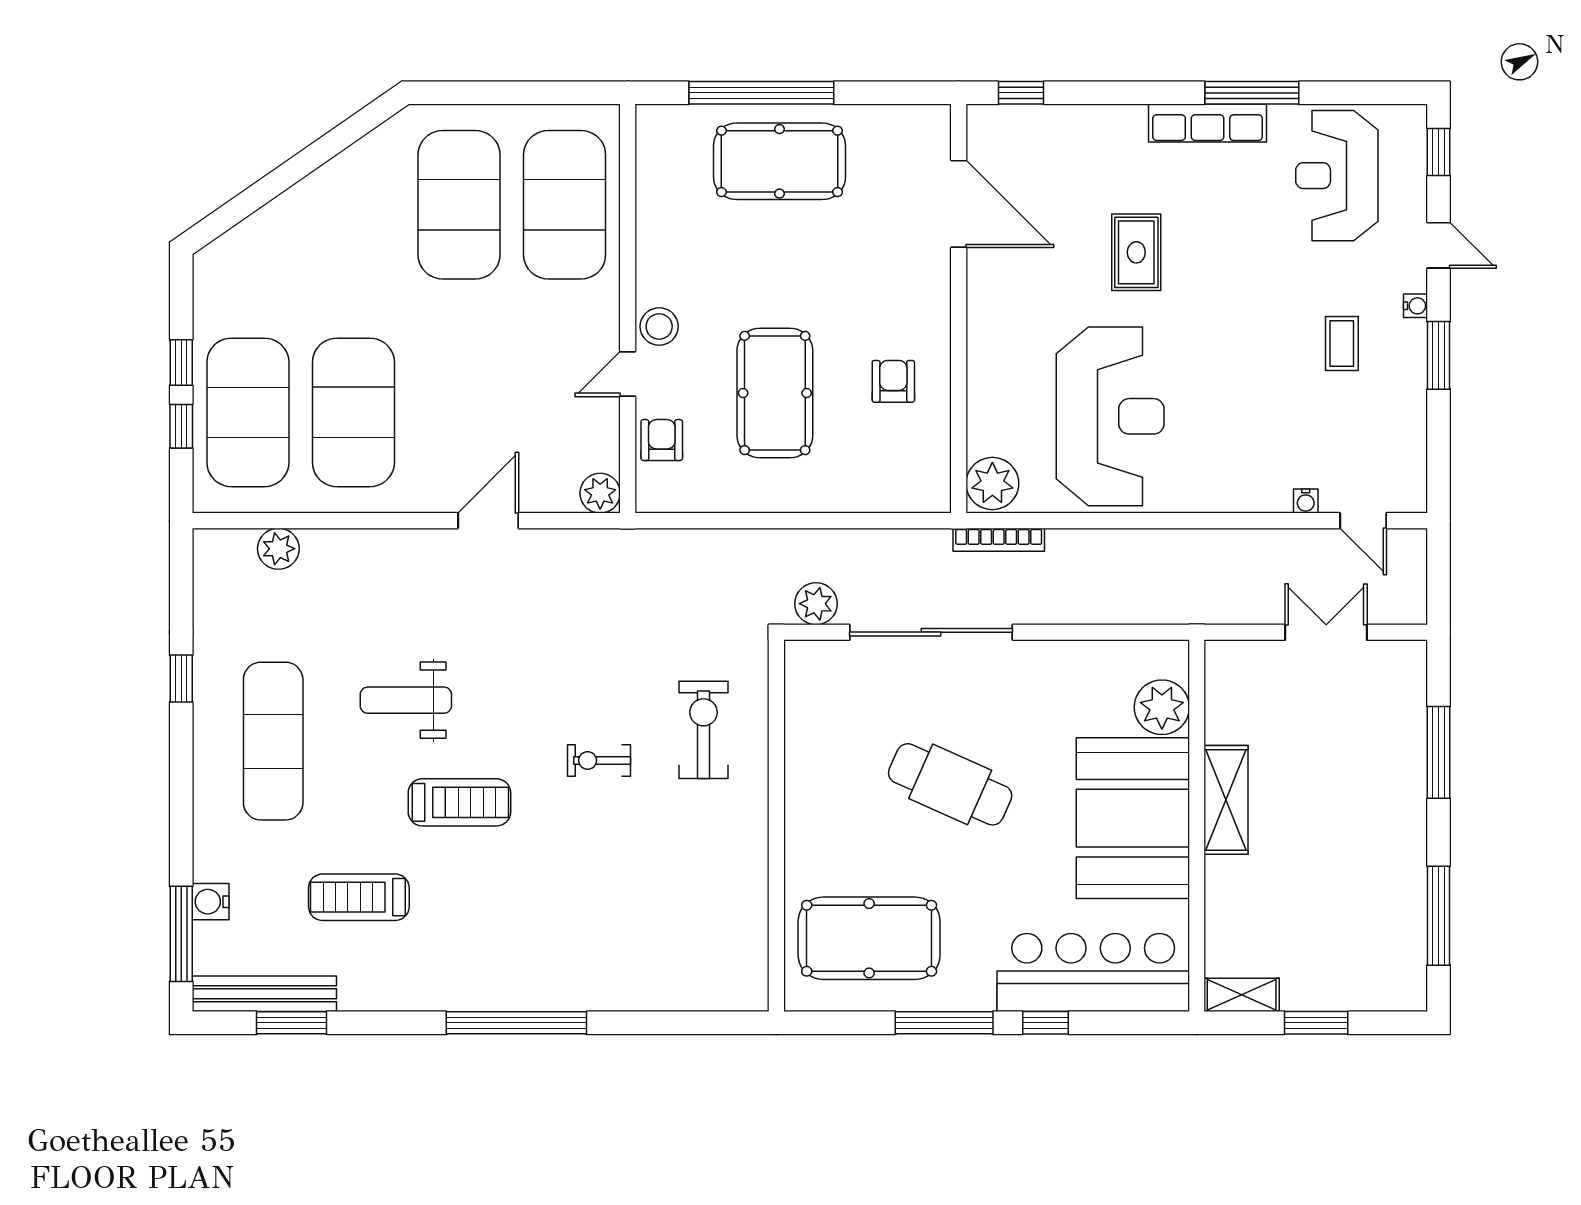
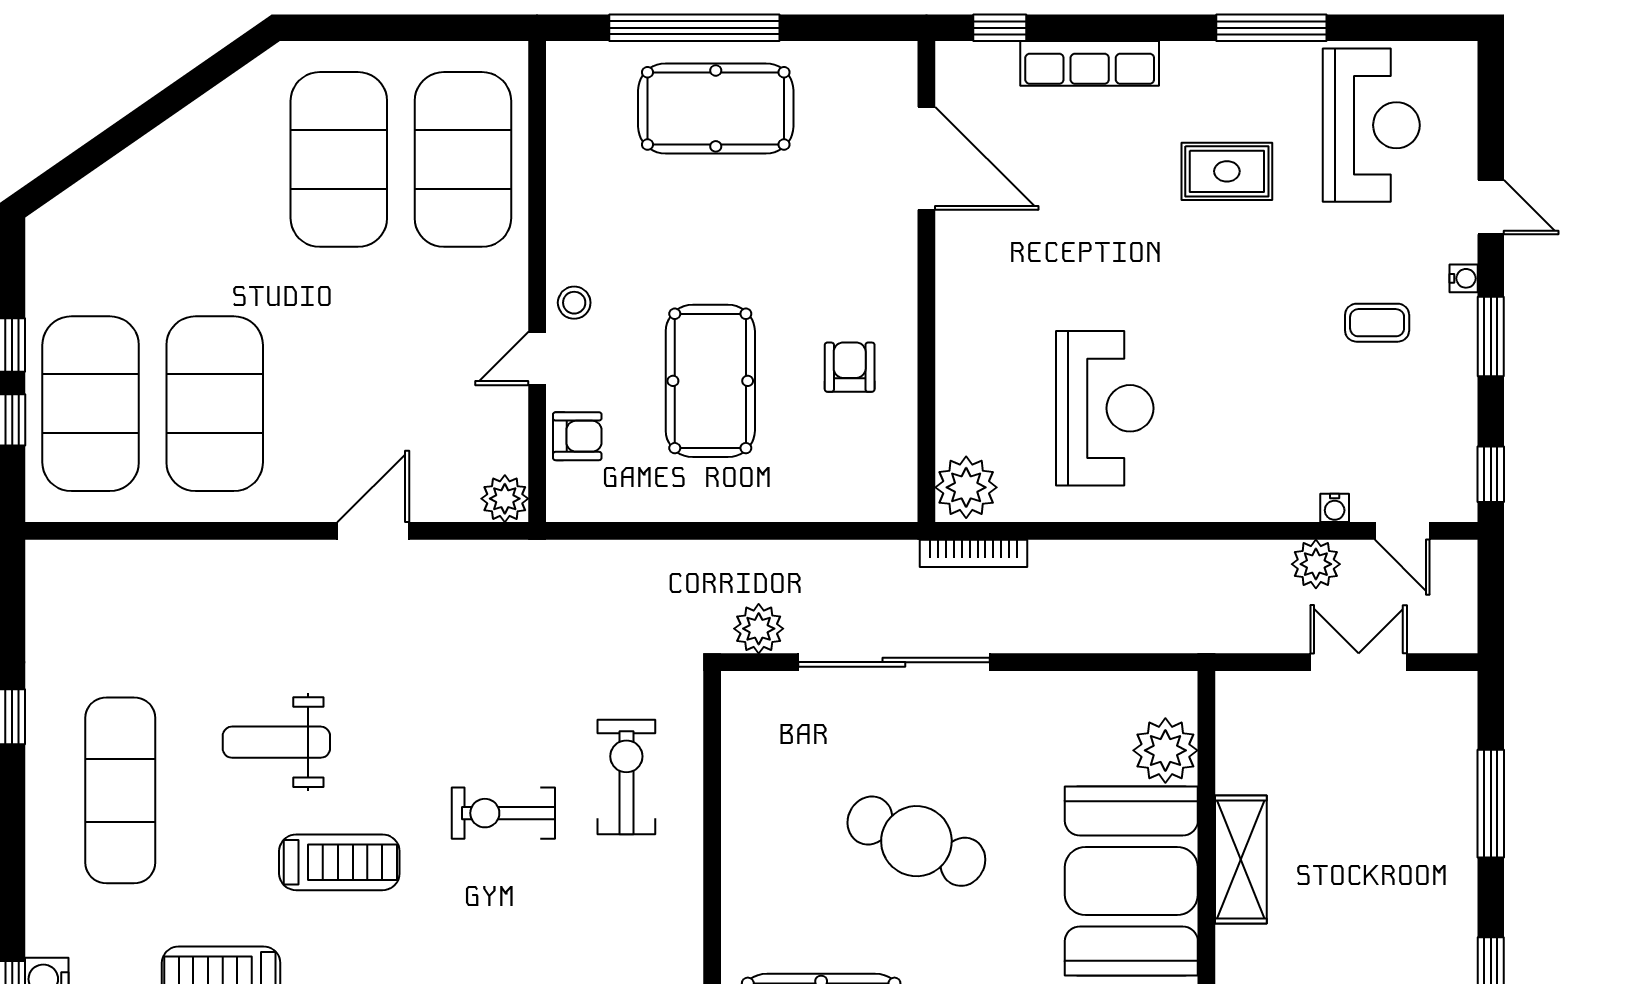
row of seats: (1208, 123) -> (1090, 63), moved
window: (1439, 152) -> (1491, 474), moved
reception desk: (1337, 176) -> (1371, 125), turned 180
rug: (1136, 252) -> (1227, 171), moved, turned 90
stool: (659, 326) -> (574, 303), width x0.73, depth x0.73
coffee table: (1342, 344) -> (1377, 323), turned 90
reception desk: (1110, 416) -> (1105, 408), width x0.74, depth x0.77
armchair: (662, 440) -> (577, 436), turned 90
plant: (278, 549) -> (1316, 564), moved
exercise bike: (599, 760) -> (503, 813), width x1.38, depth x1.39

